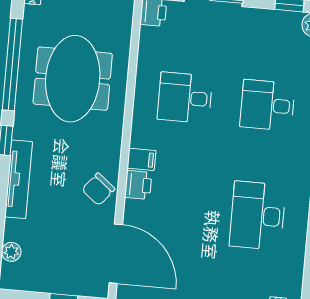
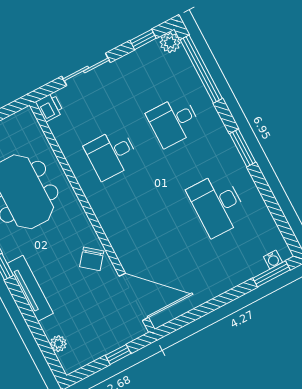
filing cabinet: (141, 159) -> (109, 218), removed
printer: (138, 185) -> (118, 238), removed

